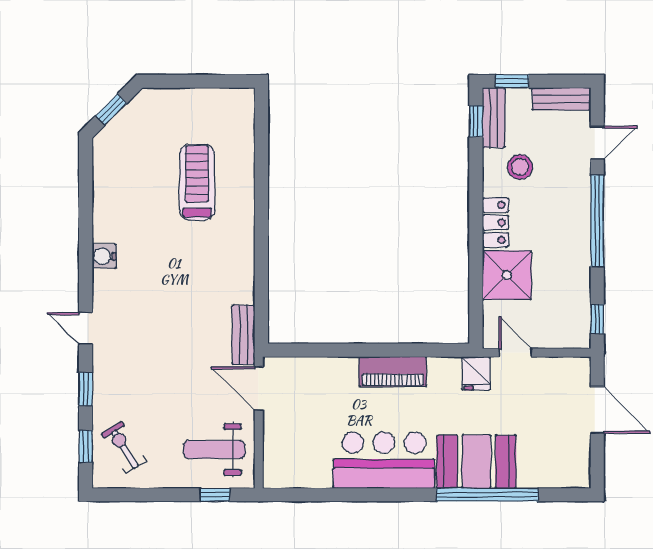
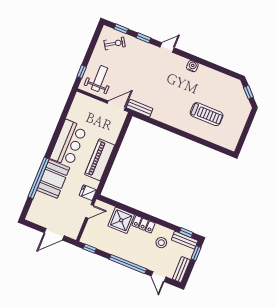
piano: (393, 372) -> (100, 160), width x1.37, depth x1.33

